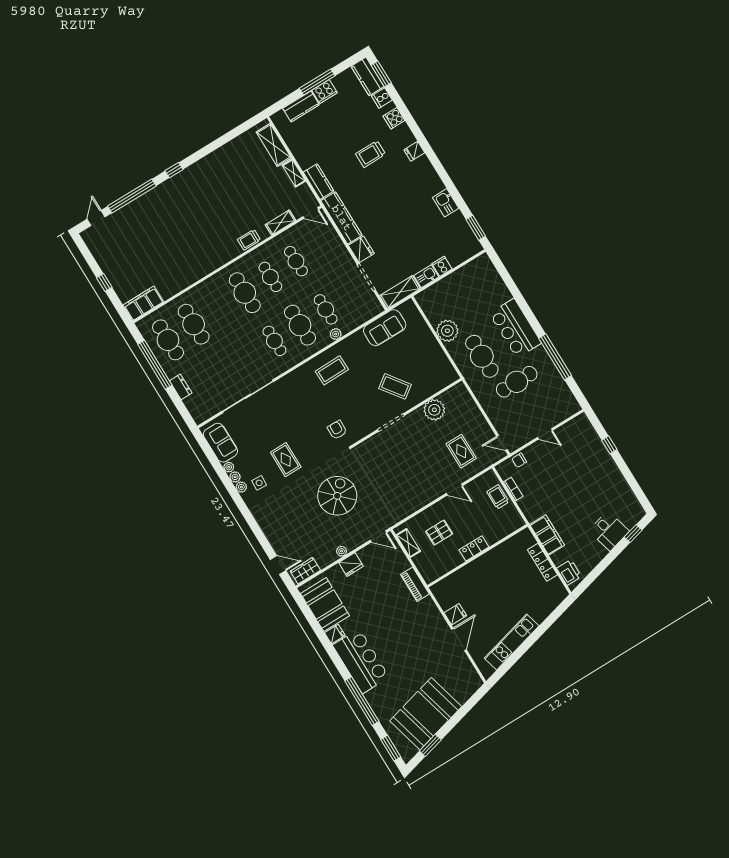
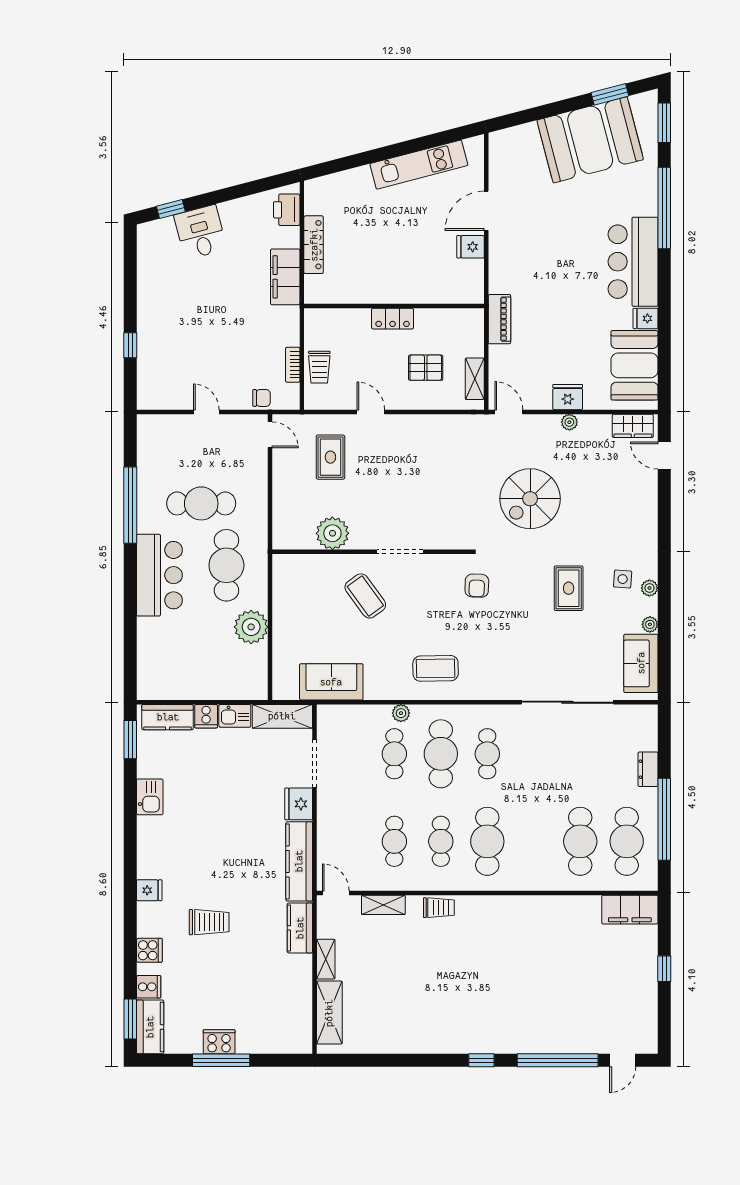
kitchen counter: (301, 106) -> (168, 717), moved, turned 180
plant: (235, 477) -> (650, 606), removed

